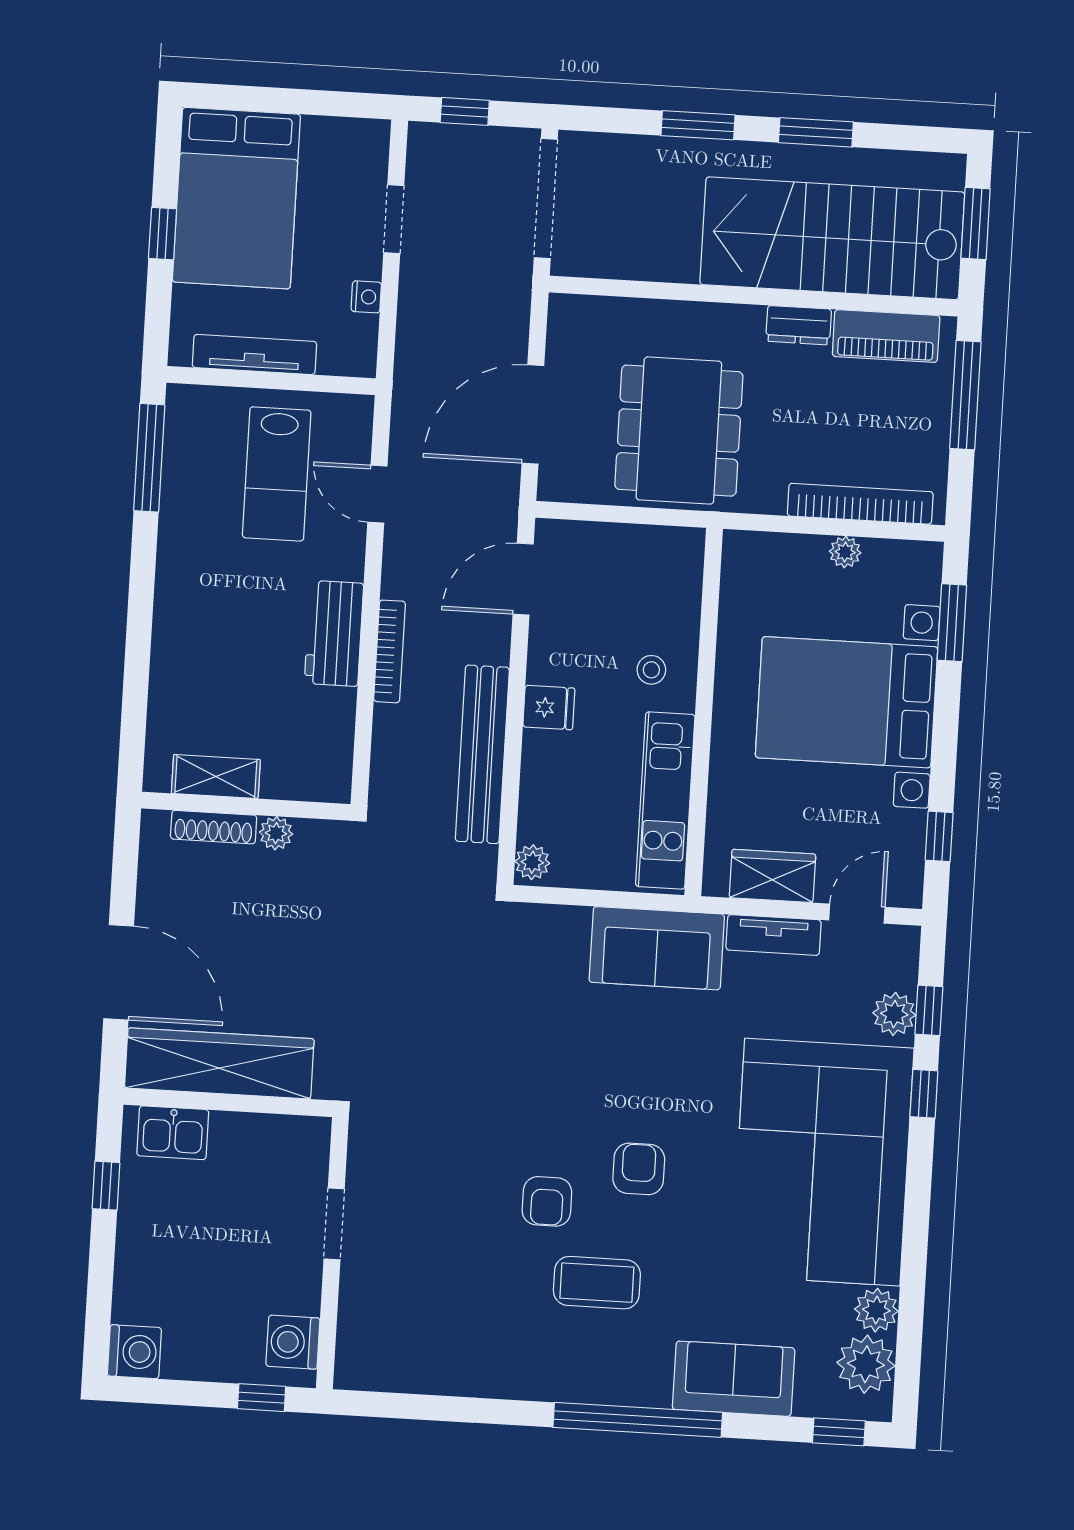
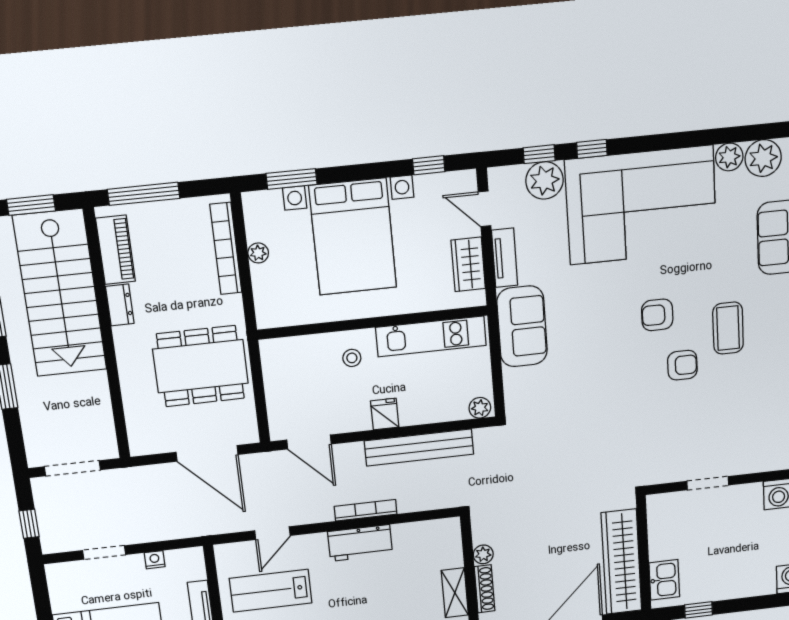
doorway: (546, 198) -> (72, 468), width x0.73
lab bench: (277, 474) -> (271, 591), turned 180
plant: (894, 1014) -> (544, 180), width x1.36, depth x1.36

